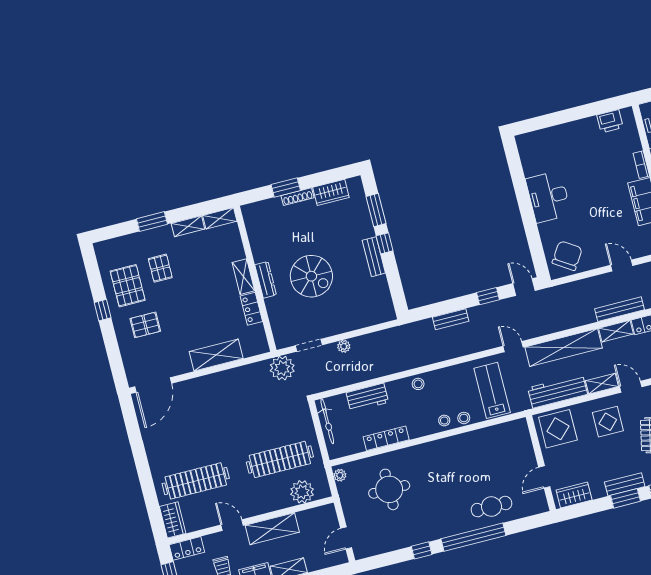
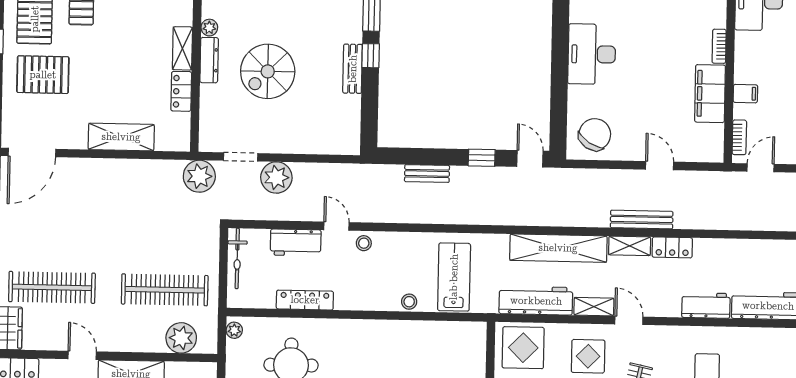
plant: (259, 256) -> (209, 28), added
spiral stairs: (311, 276) -> (268, 71), turned 90
pallet: (145, 325) -> (43, 75), width x1.50, depth x1.42
plant: (344, 346) -> (276, 177), width x1.87, depth x1.87
door: (513, 347) -> (336, 226), moved
stool: (444, 420) -> (384, 298), removed

